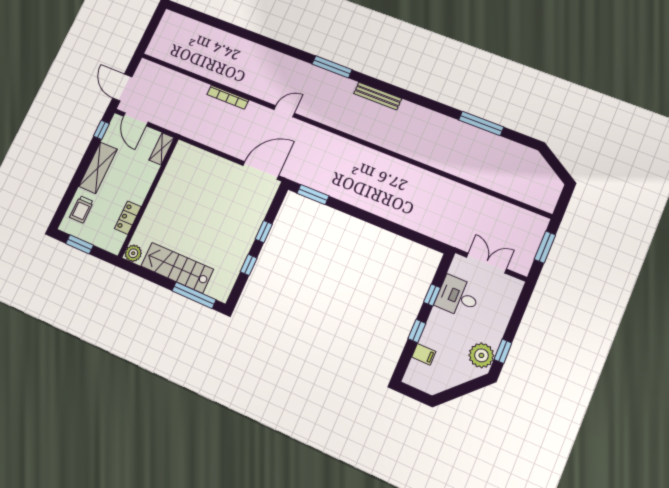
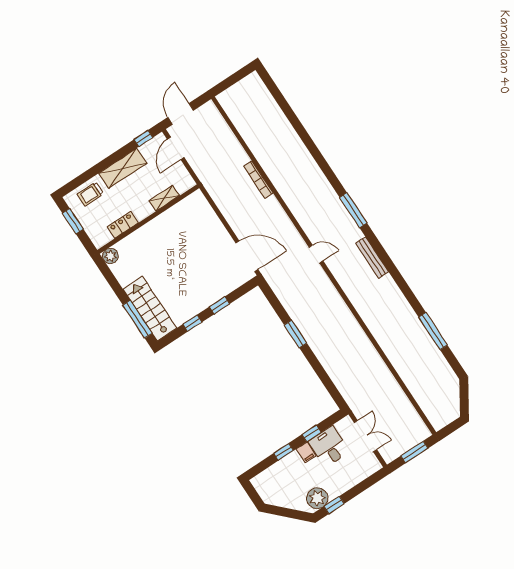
door: (284, 111) -> (316, 254), moved
shelving: (162, 149) -> (164, 198), moved
window: (313, 195) -> (295, 334), moved
stairs: (177, 268) -> (150, 309), moved
filing cabinet: (424, 354) -> (306, 452), moved

